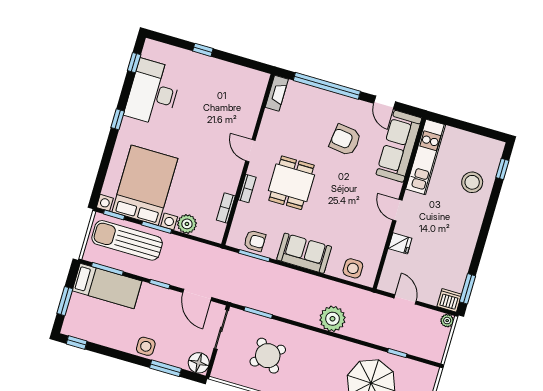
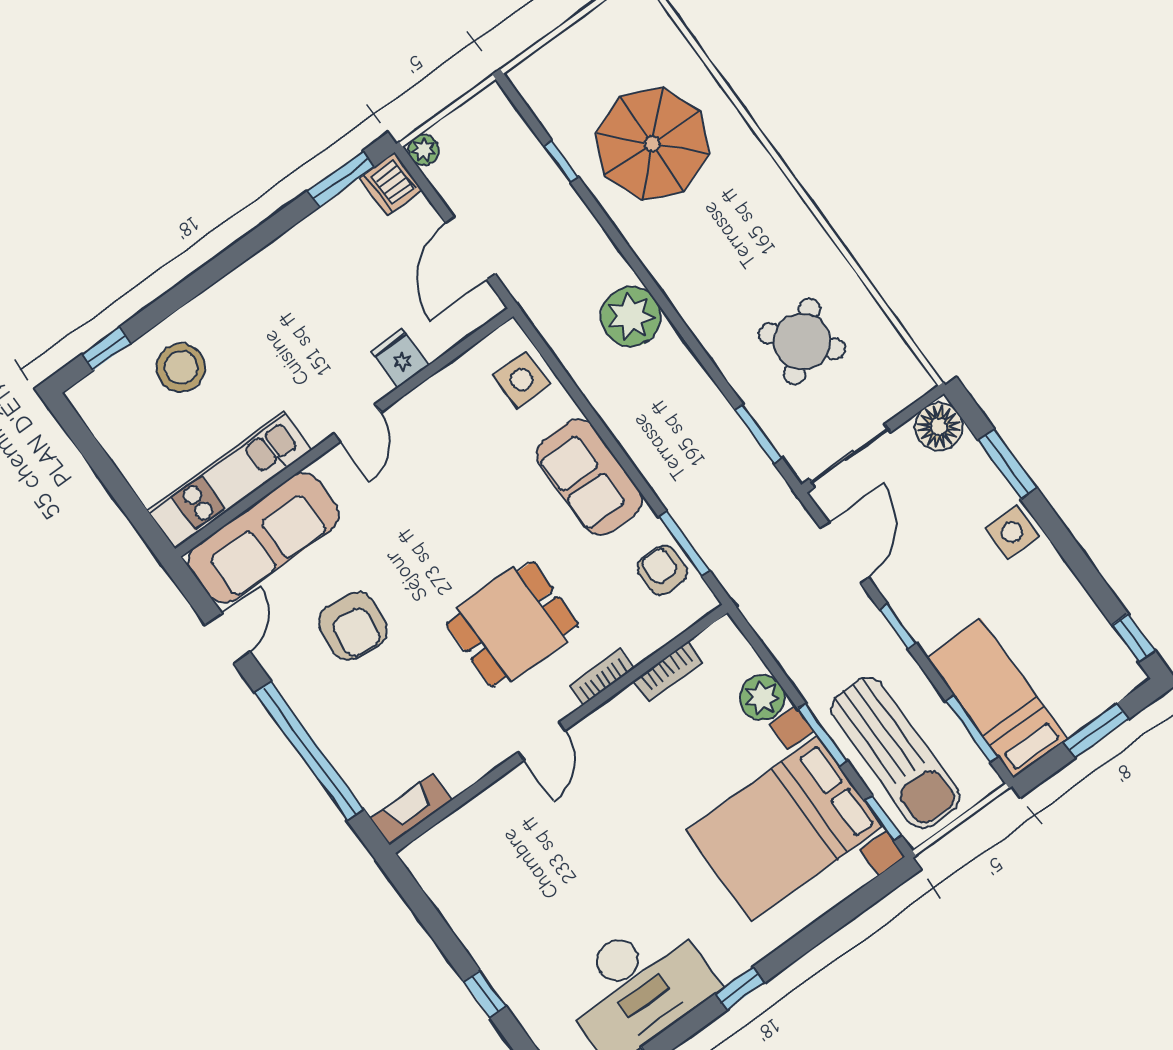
door: (405, 299) -> (470, 248), width x1.38

